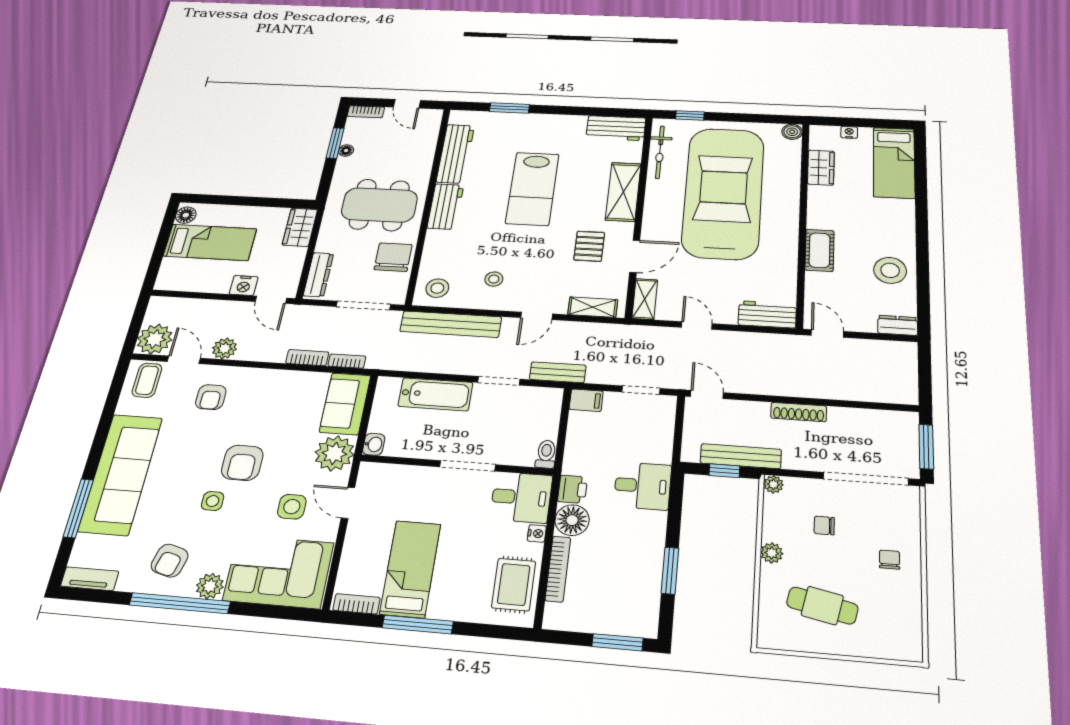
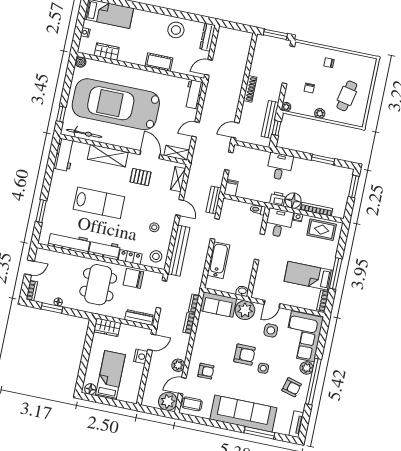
locker: (434, 247) -> (130, 257), added
dresser: (898, 325) -> (208, 37), width x1.44

